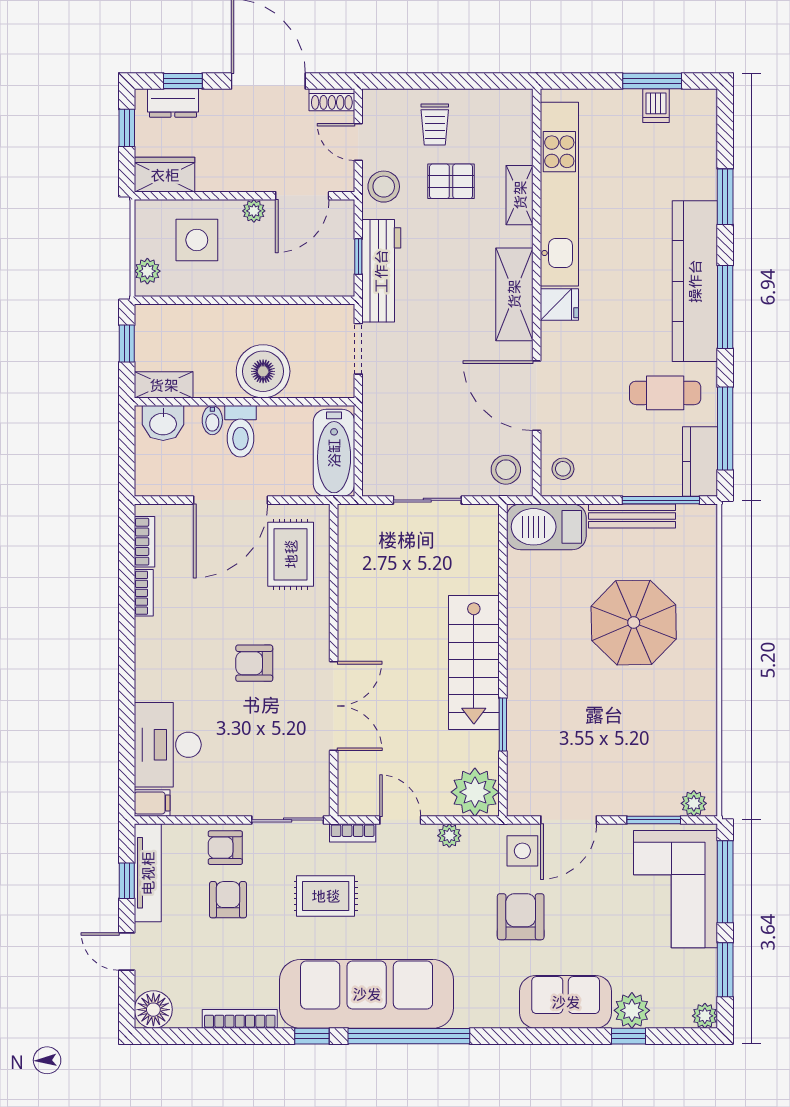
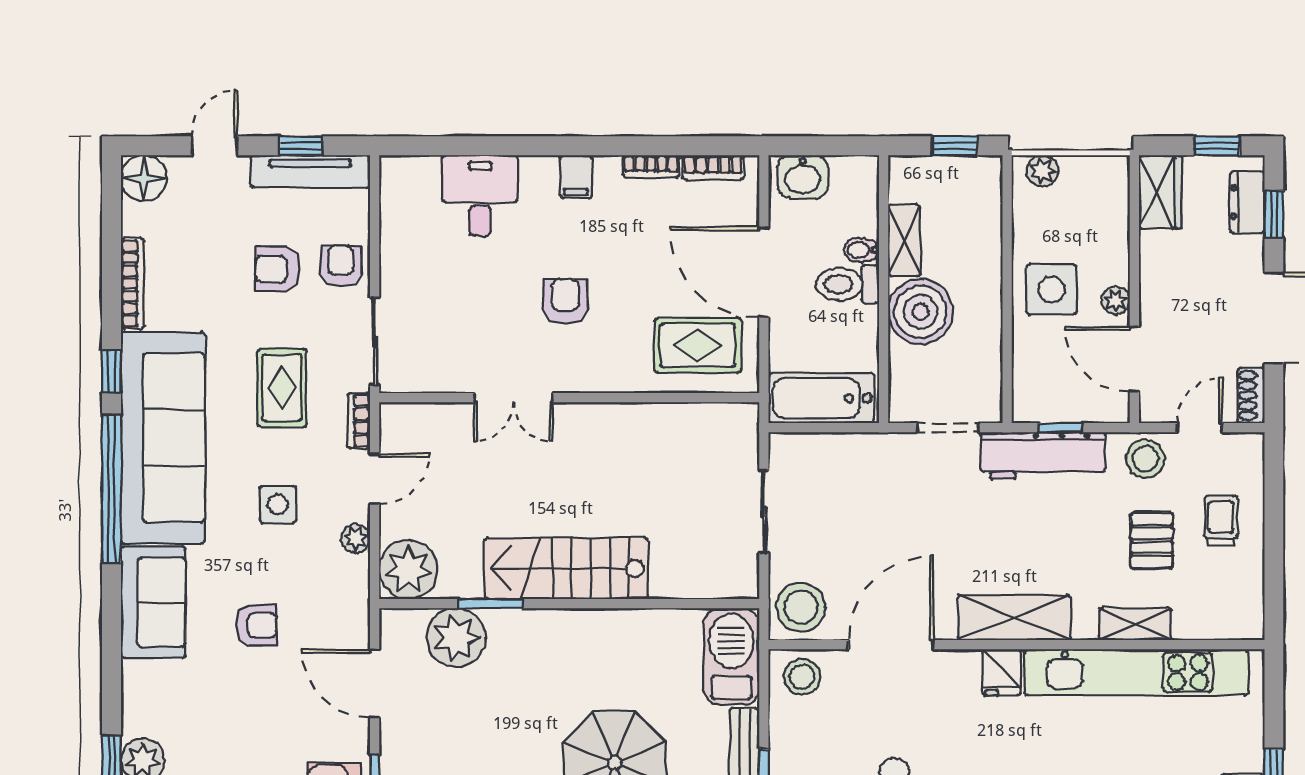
trolley: (435, 124) -> (1221, 521), turned 90
side table: (197, 240) -> (1052, 290), moved
shelving: (164, 385) -> (904, 240), moved
washbasin: (163, 423) -> (803, 177), moved, turned -90
stool: (563, 469) -> (802, 677), width x1.37, depth x1.37
stool: (506, 470) -> (801, 607), width x1.38, depth x1.38
double door: (334, 706) -> (513, 398), width x0.73
desk: (168, 745) -> (480, 196), width x0.73
plant: (531, 753) -> (456, 638), added
filing cabinet: (152, 803) -> (576, 177), moved
side table: (522, 851) -> (278, 504), moved
armchair: (228, 900) -> (278, 269), turned 180
armchair: (521, 917) -> (257, 625), width x0.72, depth x0.72
sofa: (566, 1002) -> (153, 602), moved

